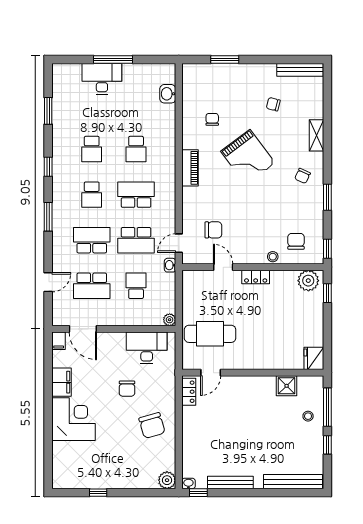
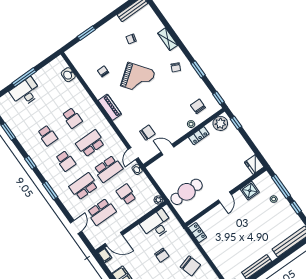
locker: (256, 277) -> (199, 136), moved
door: (211, 373) -> (225, 197), moved

